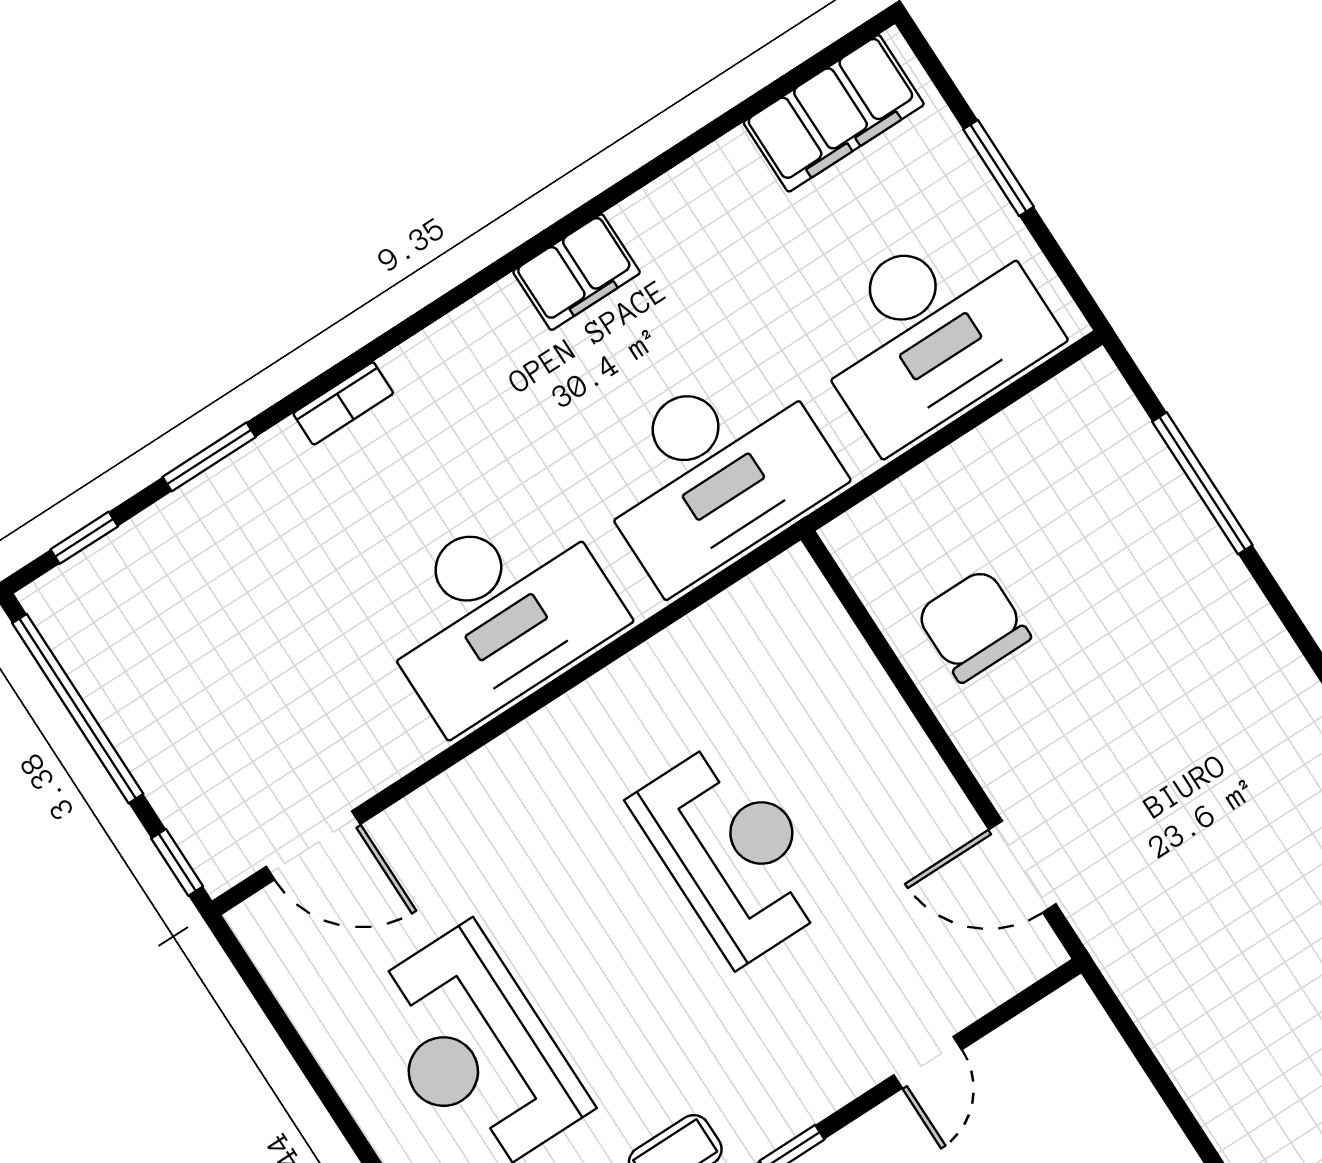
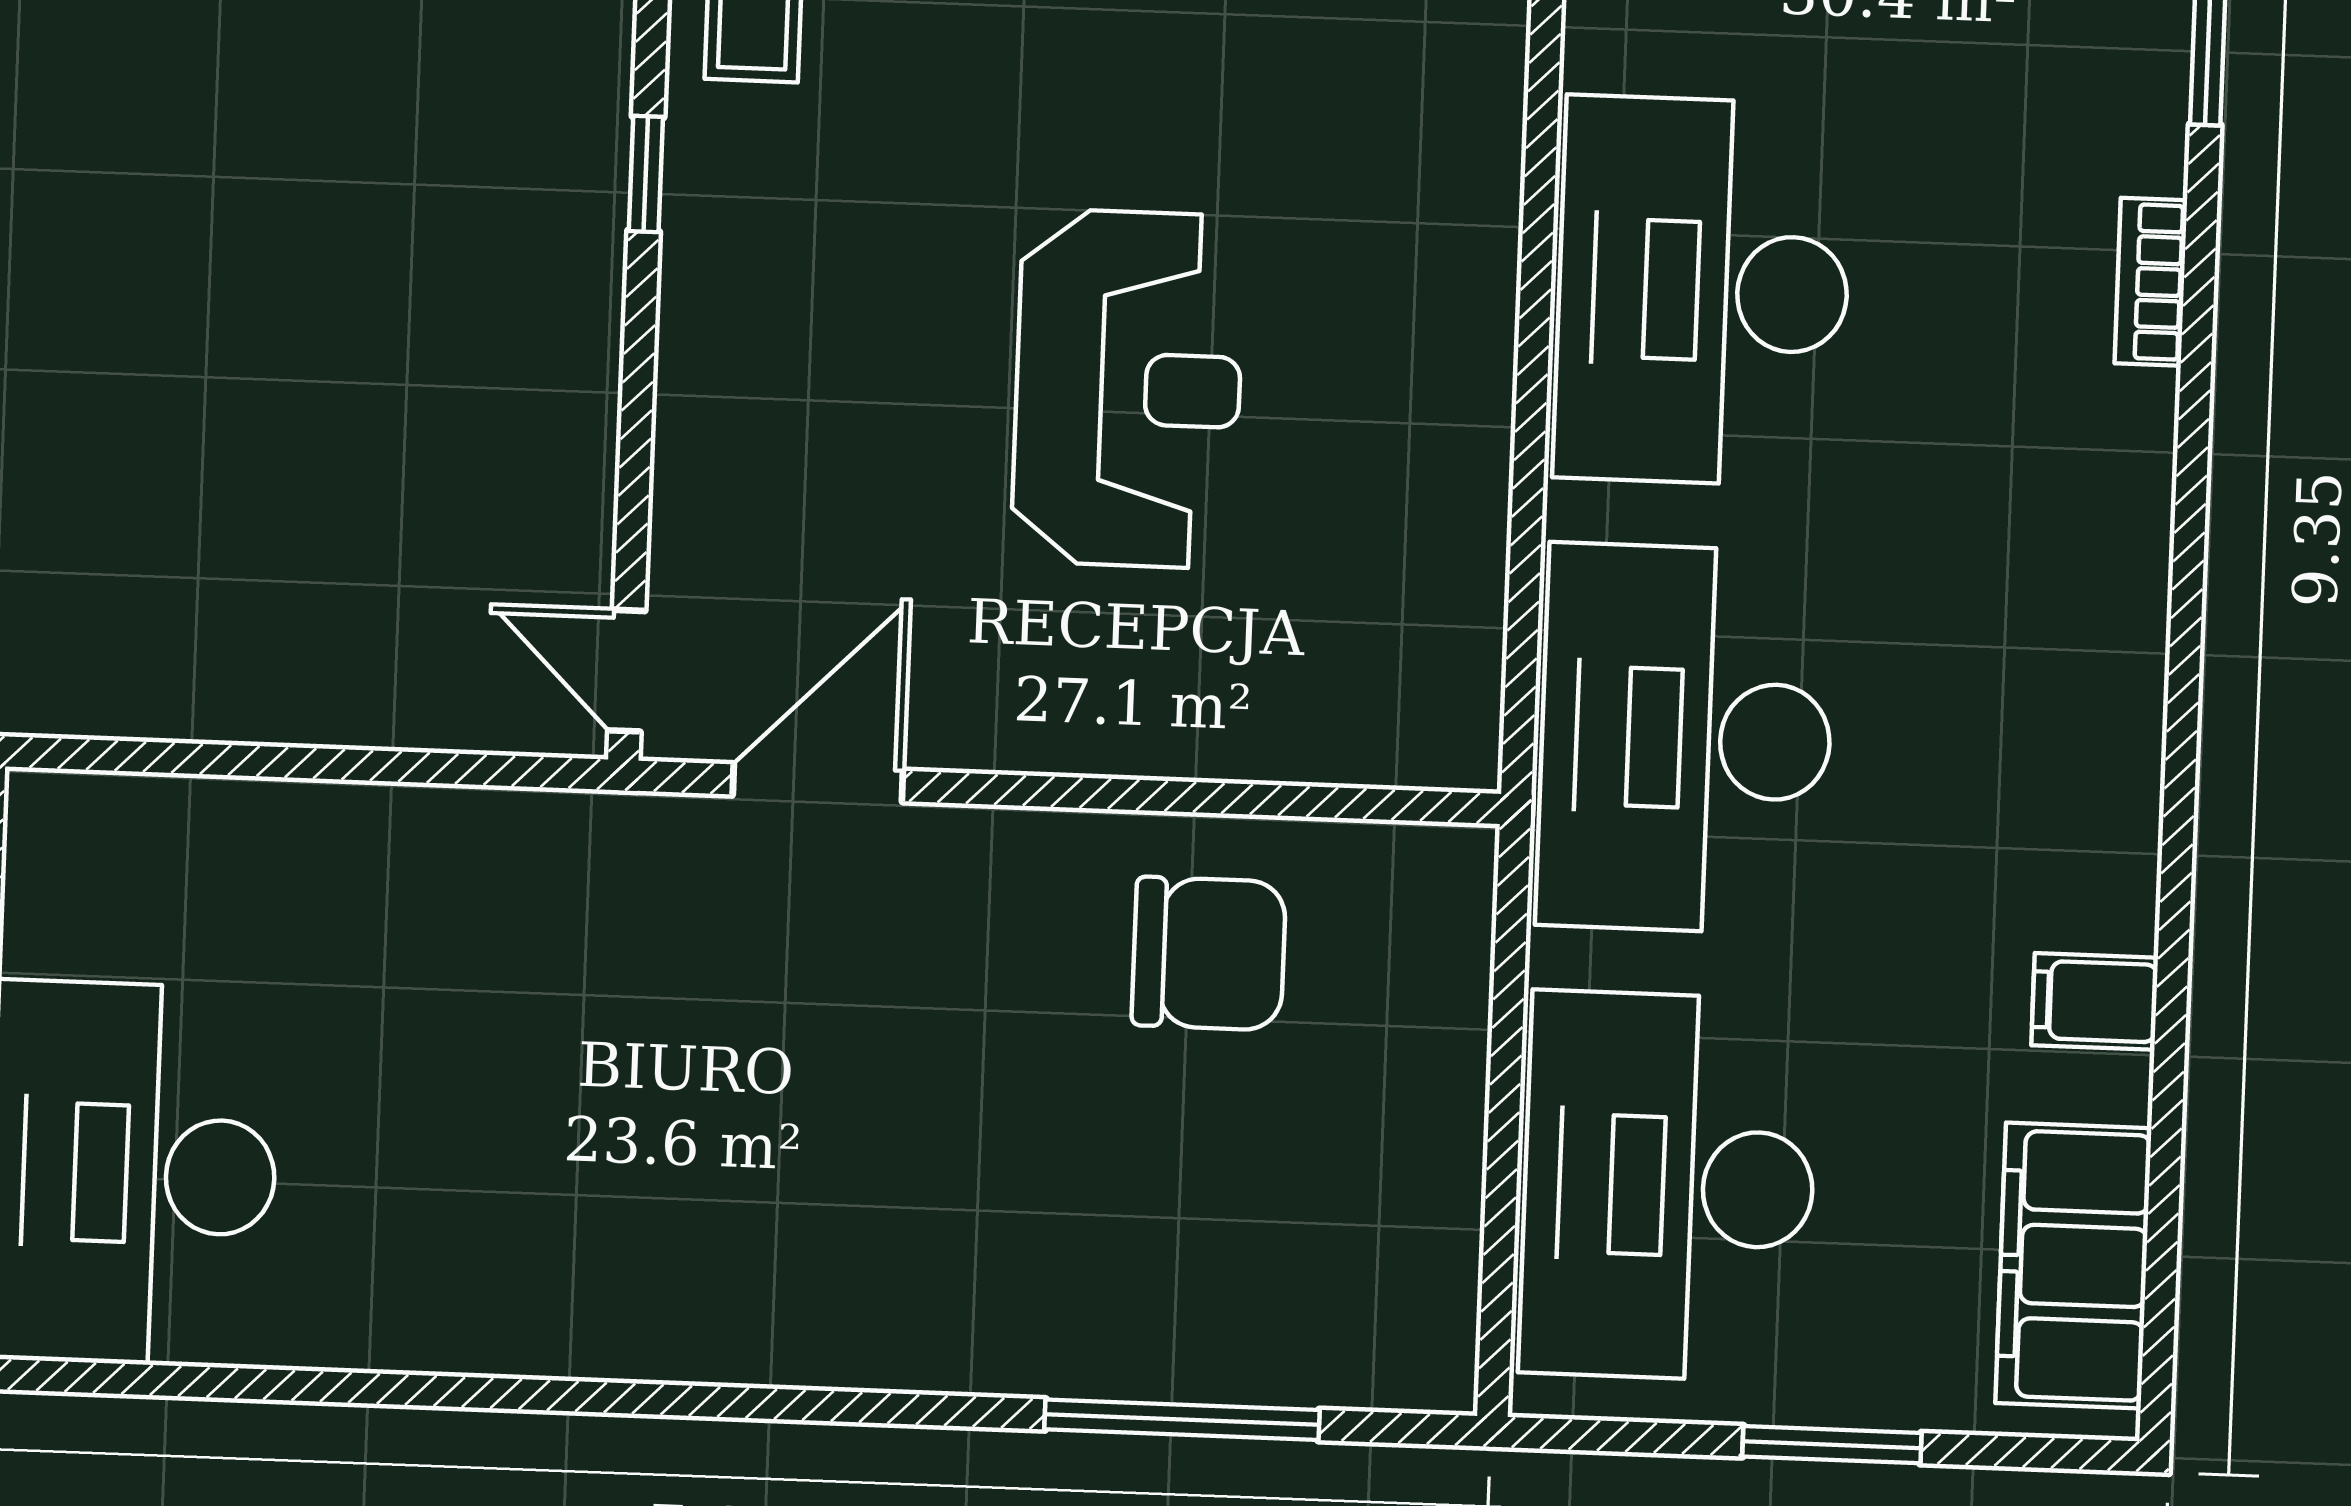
filing cabinet: (577, 272) -> (2095, 1001), moved, width x0.50
reception desk: (733, 851) -> (1128, 389), turned -90
door: (928, 1062) -> (627, 671), moved

